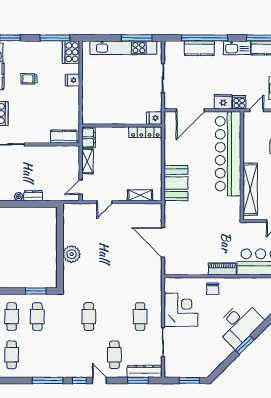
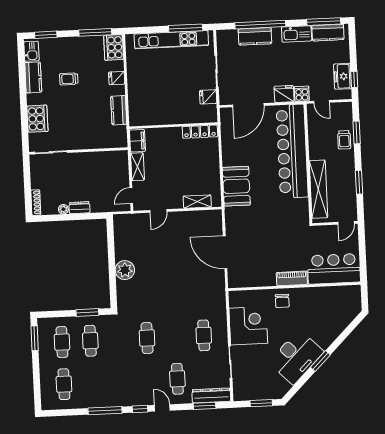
door: (257, 110) -> (322, 102), swing flipped
fridge: (154, 118) -> (208, 97), moved
kitchen counter: (64, 137) -> (119, 110), moved, turned -90
desk: (239, 324) -> (296, 357), moved

